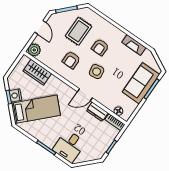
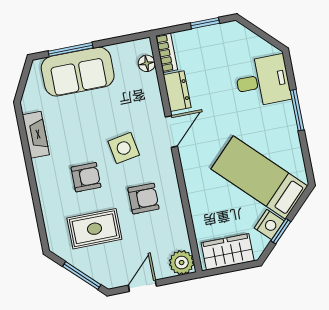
wardrobe: (37, 72) -> (228, 252), moved, turned -90
door: (85, 95) -> (171, 132), hinge flipped

